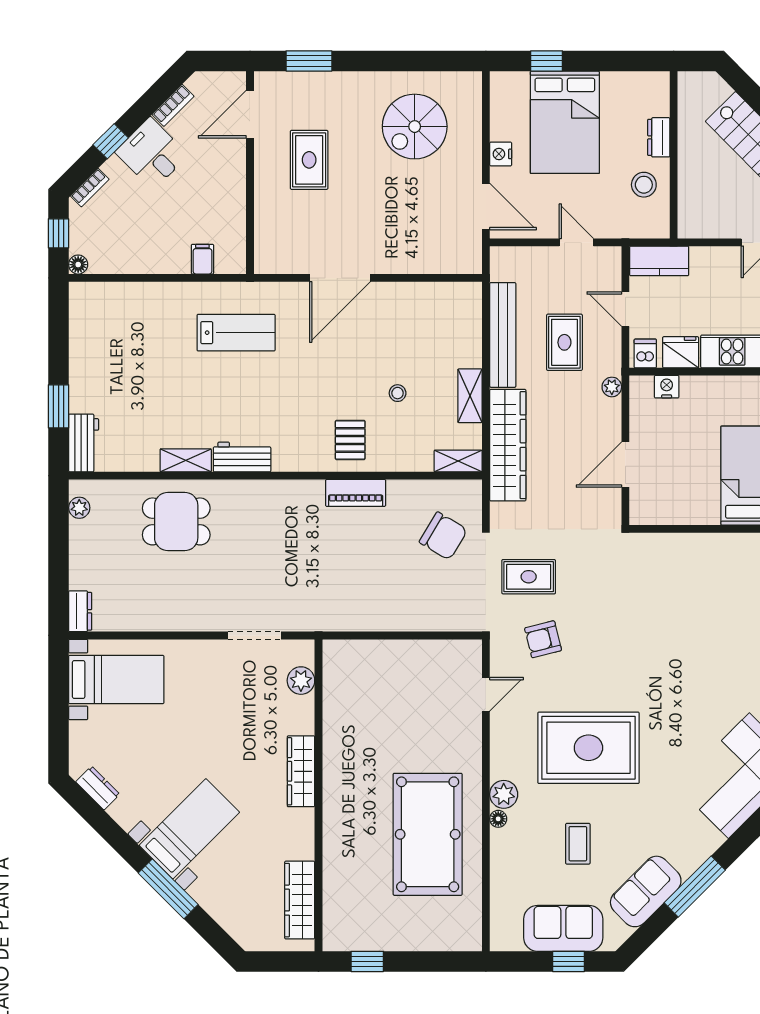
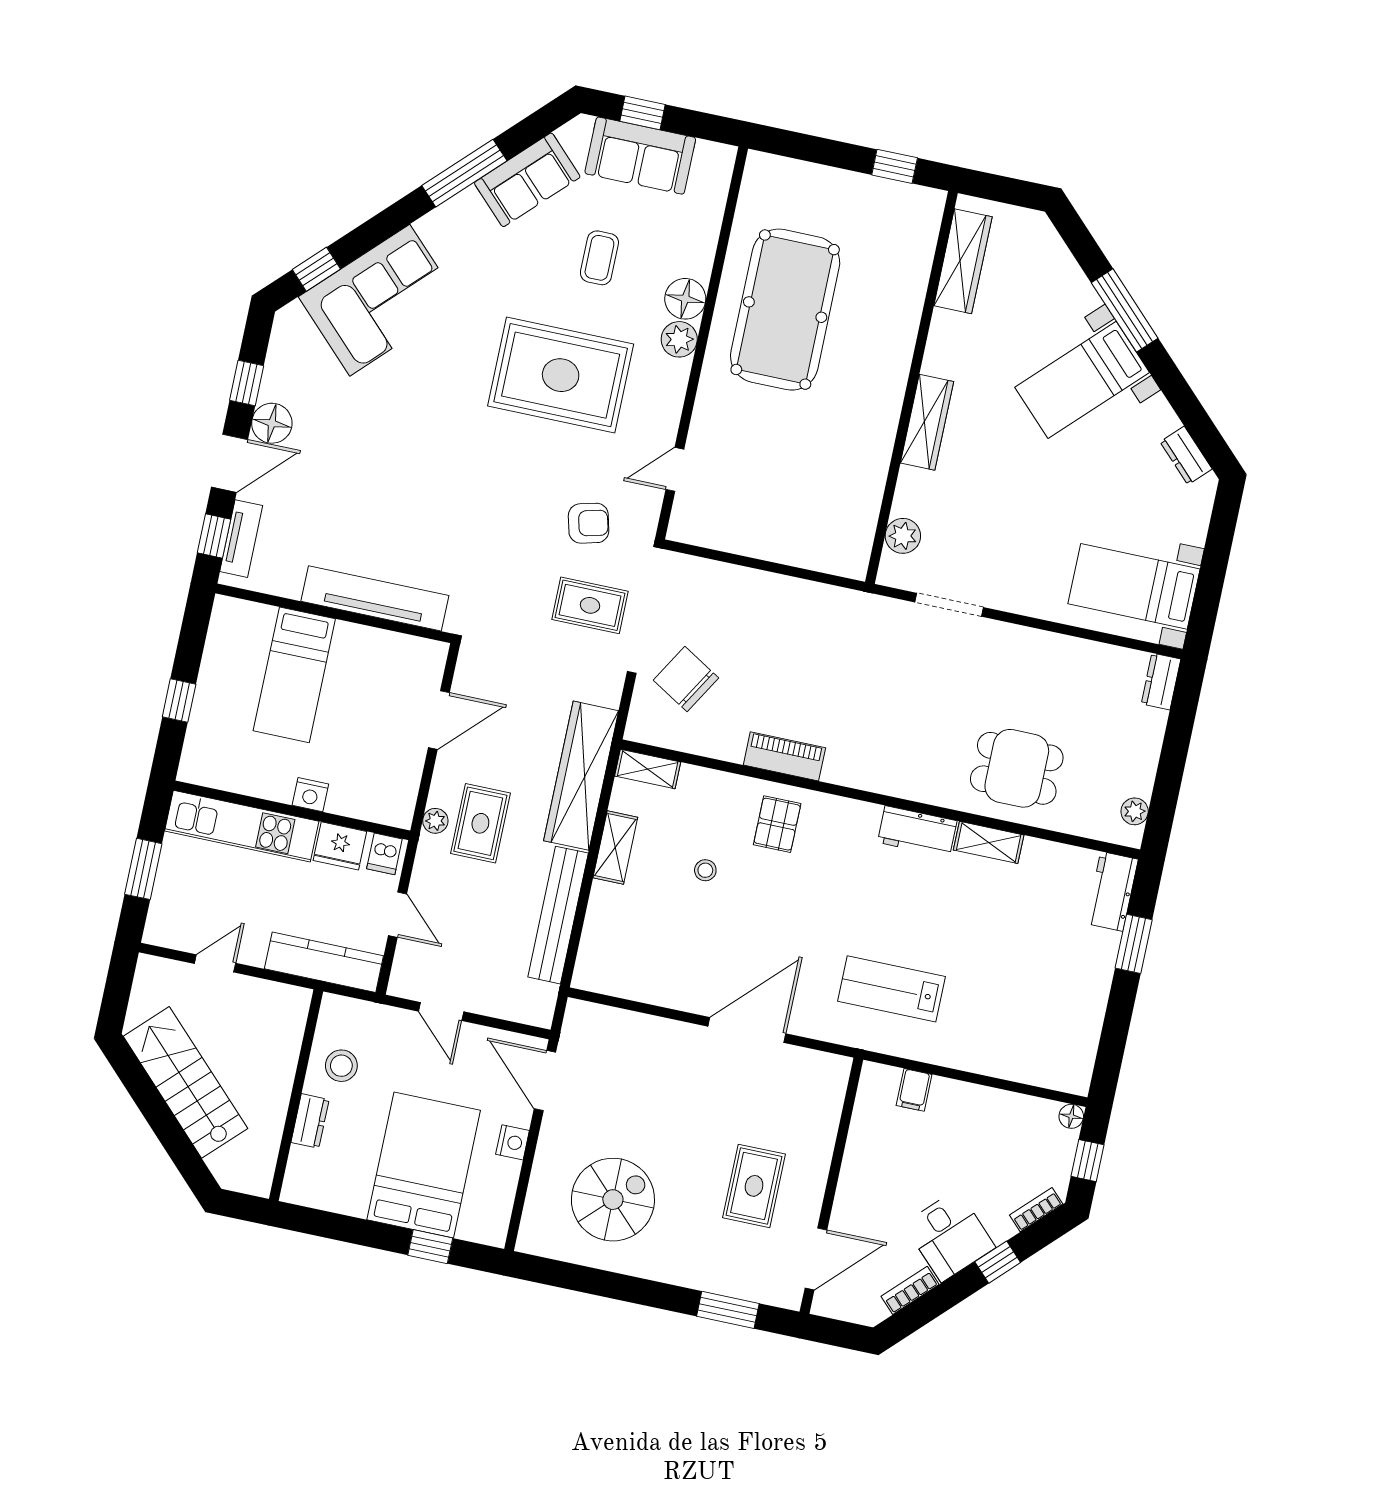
kitchen counter: (659, 261) -> (324, 962), width x1.50
rug: (564, 342) -> (480, 823), moved
nightstand: (667, 387) -> (310, 795), moved
tv unit: (694, 547) -> (375, 598), added
floor lamp: (498, 819) -> (685, 299), width x1.89, depth x1.89

